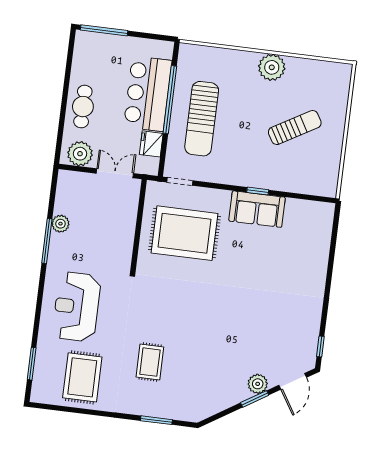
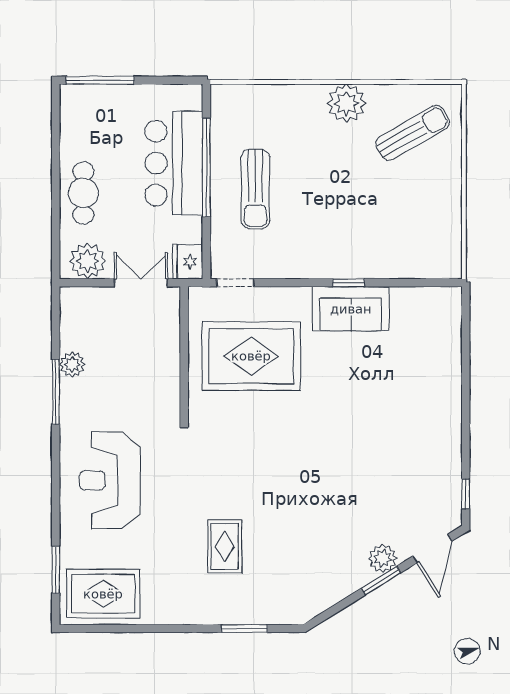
sun lounger: (202, 119) -> (255, 189), width x0.73, depth x0.75
sun lounger: (295, 128) -> (413, 133), moved
fridge: (151, 144) -> (188, 262), moved
rug: (82, 377) -> (103, 594), moved, turned 90

